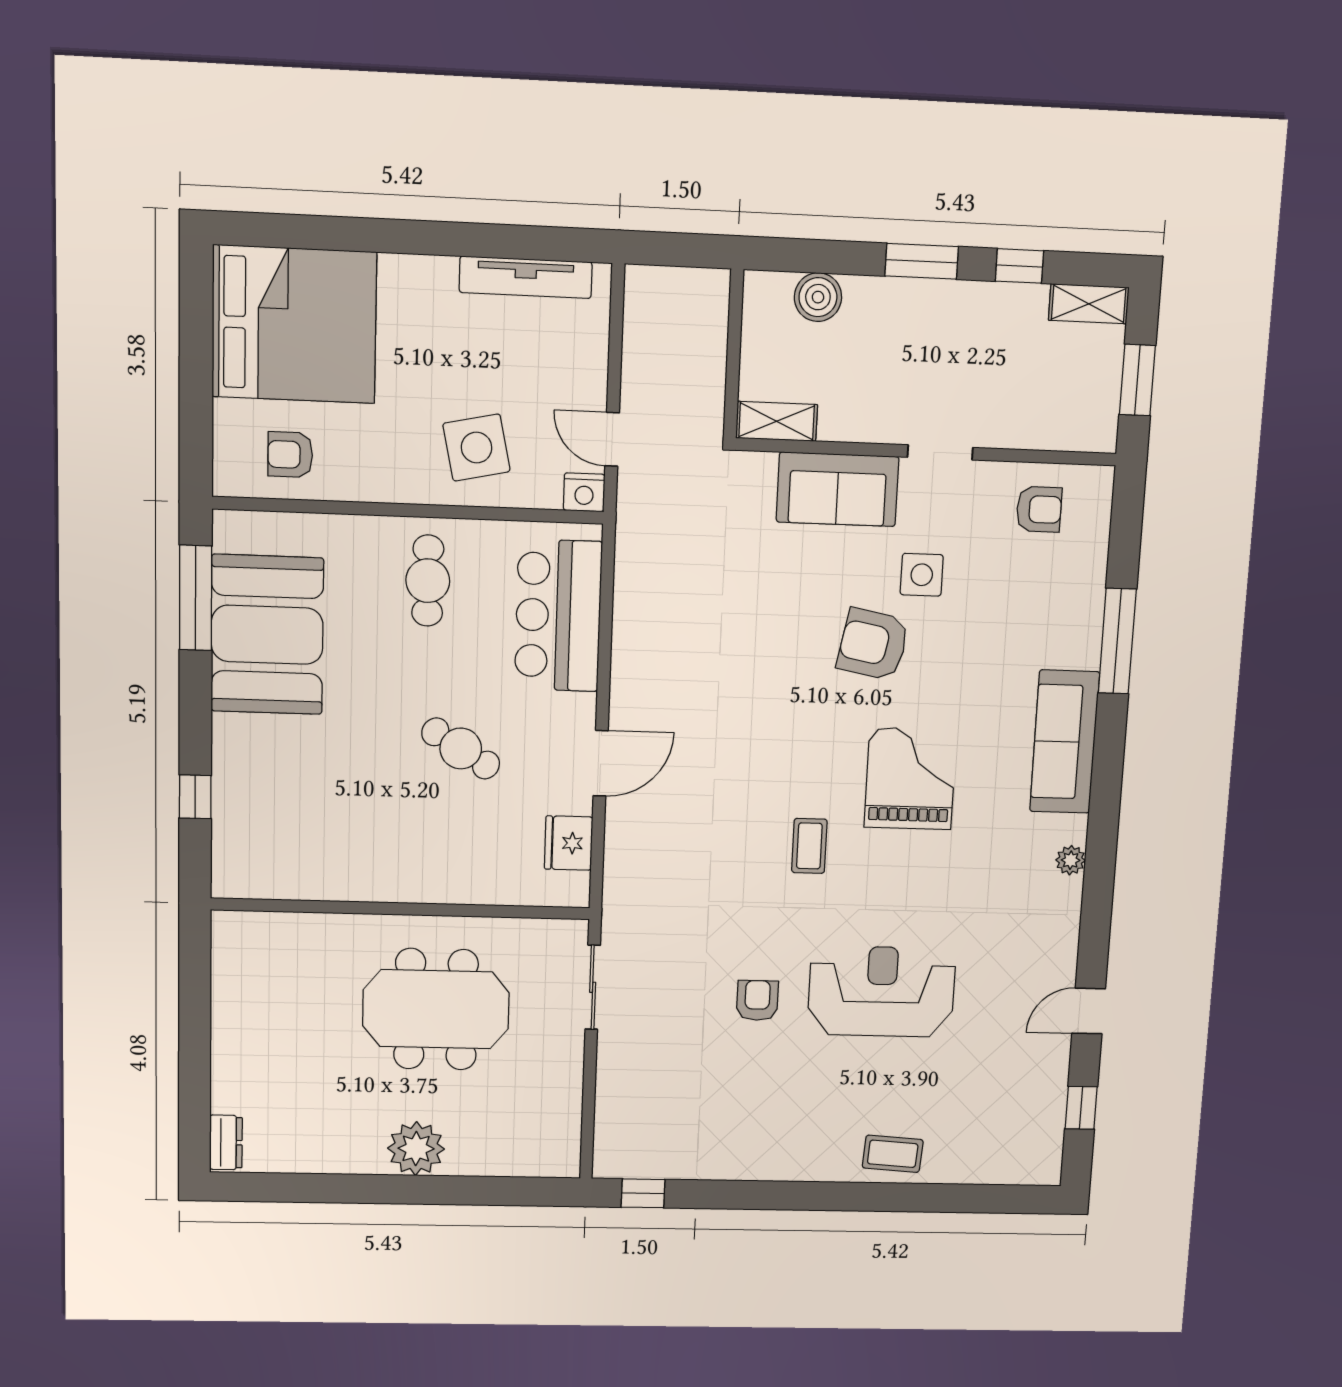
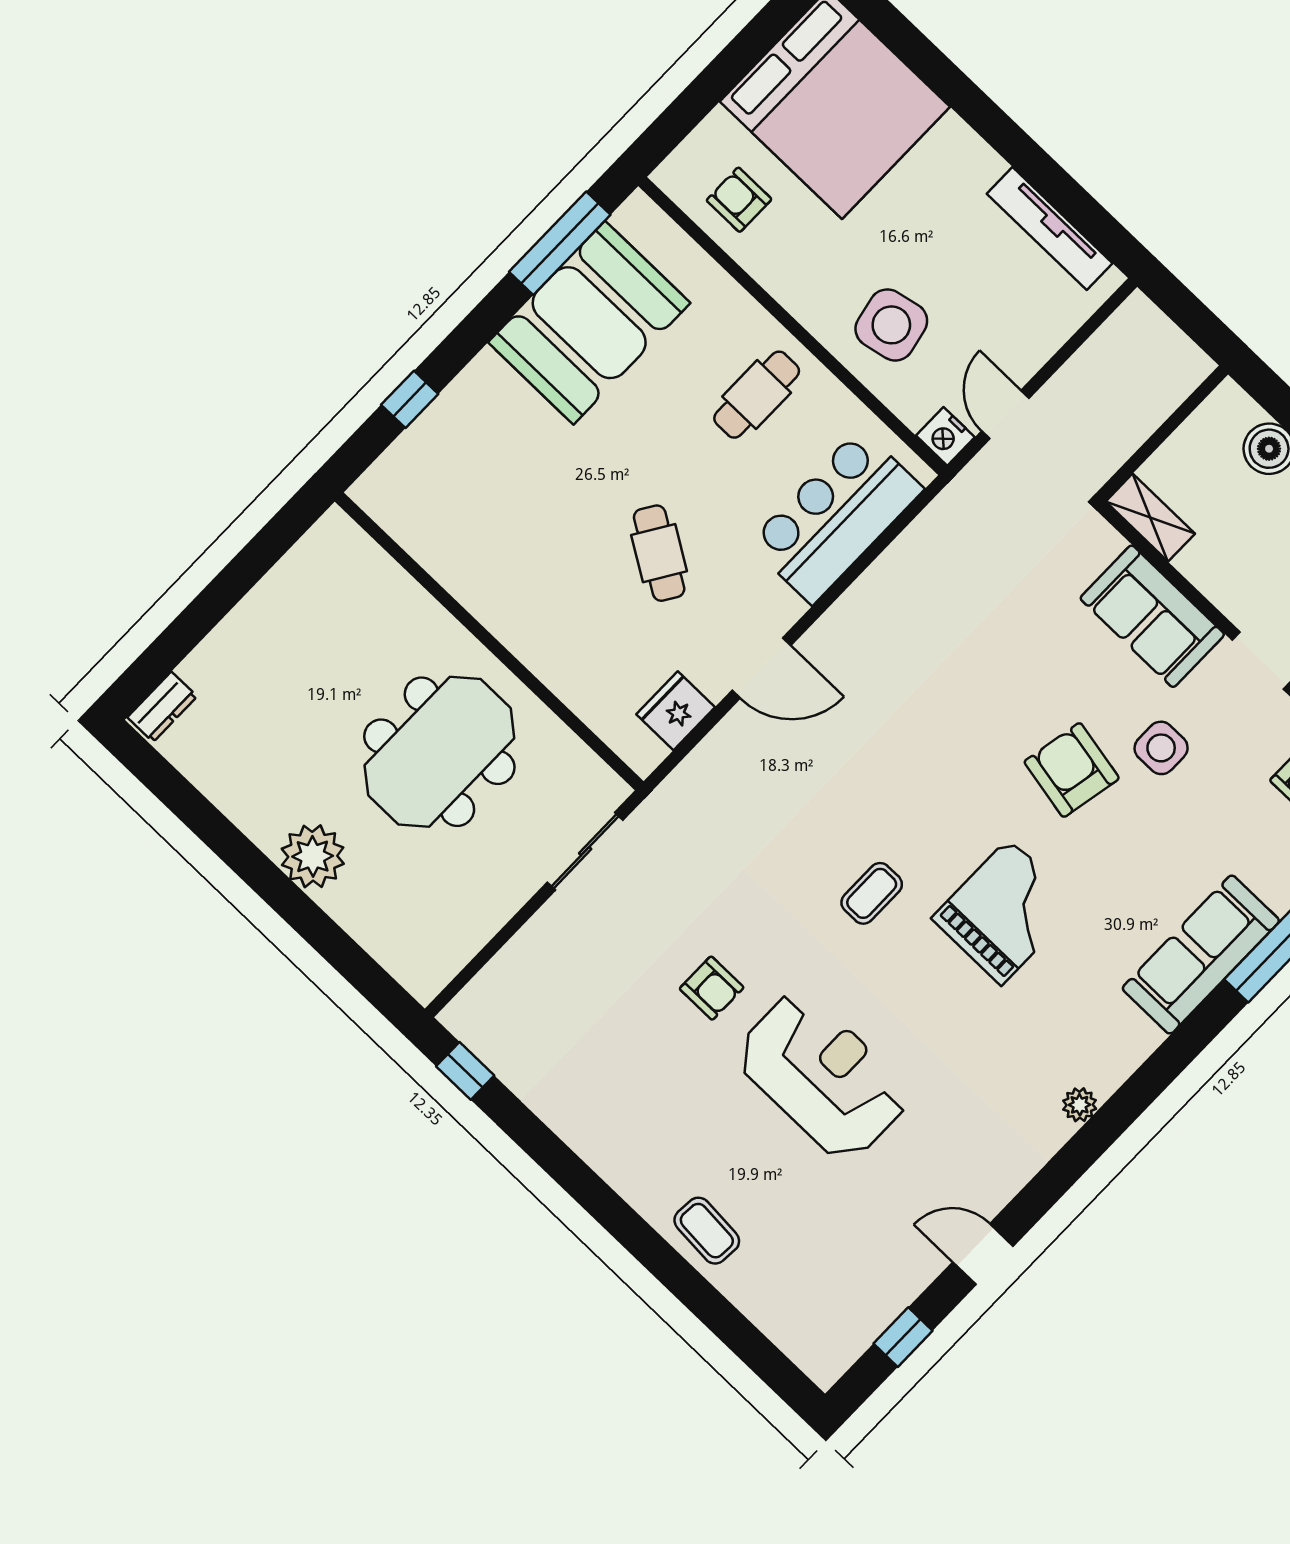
sofa: (1065, 742) -> (1201, 955), moved
armchair: (757, 1000) -> (712, 988), turned 90
meeting table: (436, 1009) -> (439, 752), turned 90

